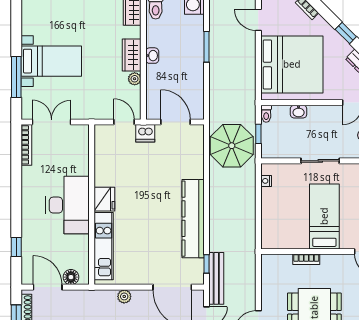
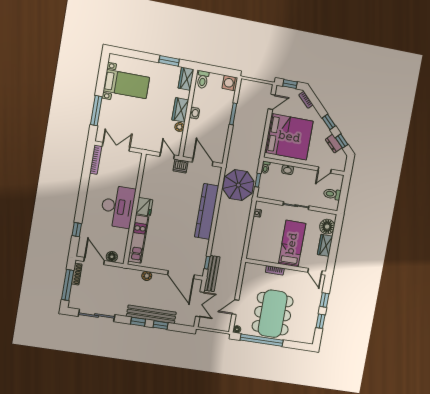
door: (258, 20) -> (272, 102), swing flipped
bed with nightstands: (51, 61) -> (126, 84), moved
kitchen counter: (193, 219) -> (207, 211), moved

